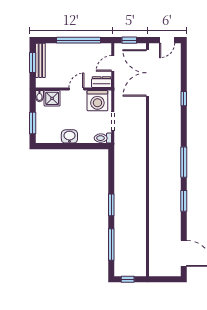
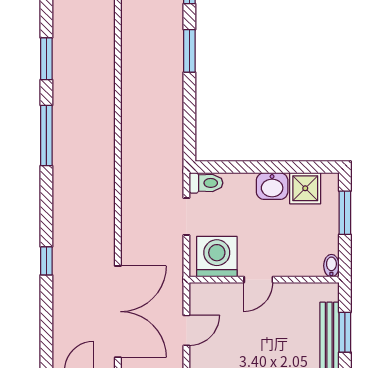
dresser: (102, 82) -> (209, 293), removed
shower: (52, 98) -> (305, 188), moved

